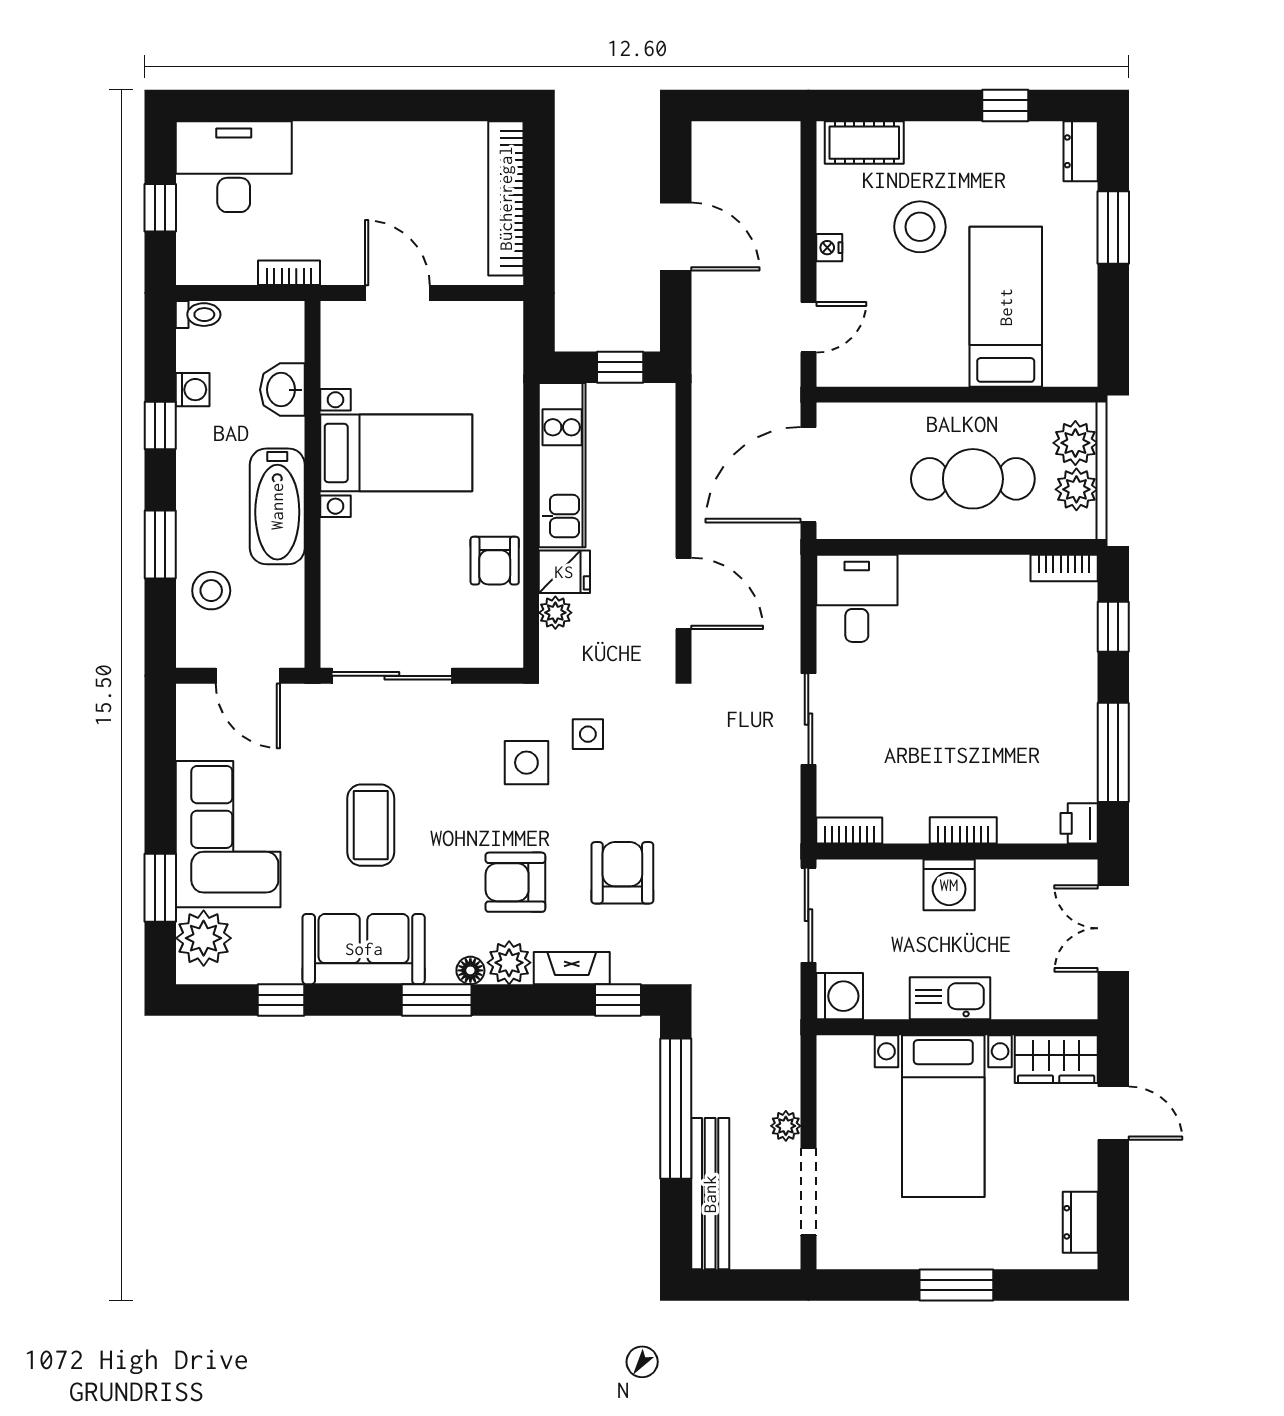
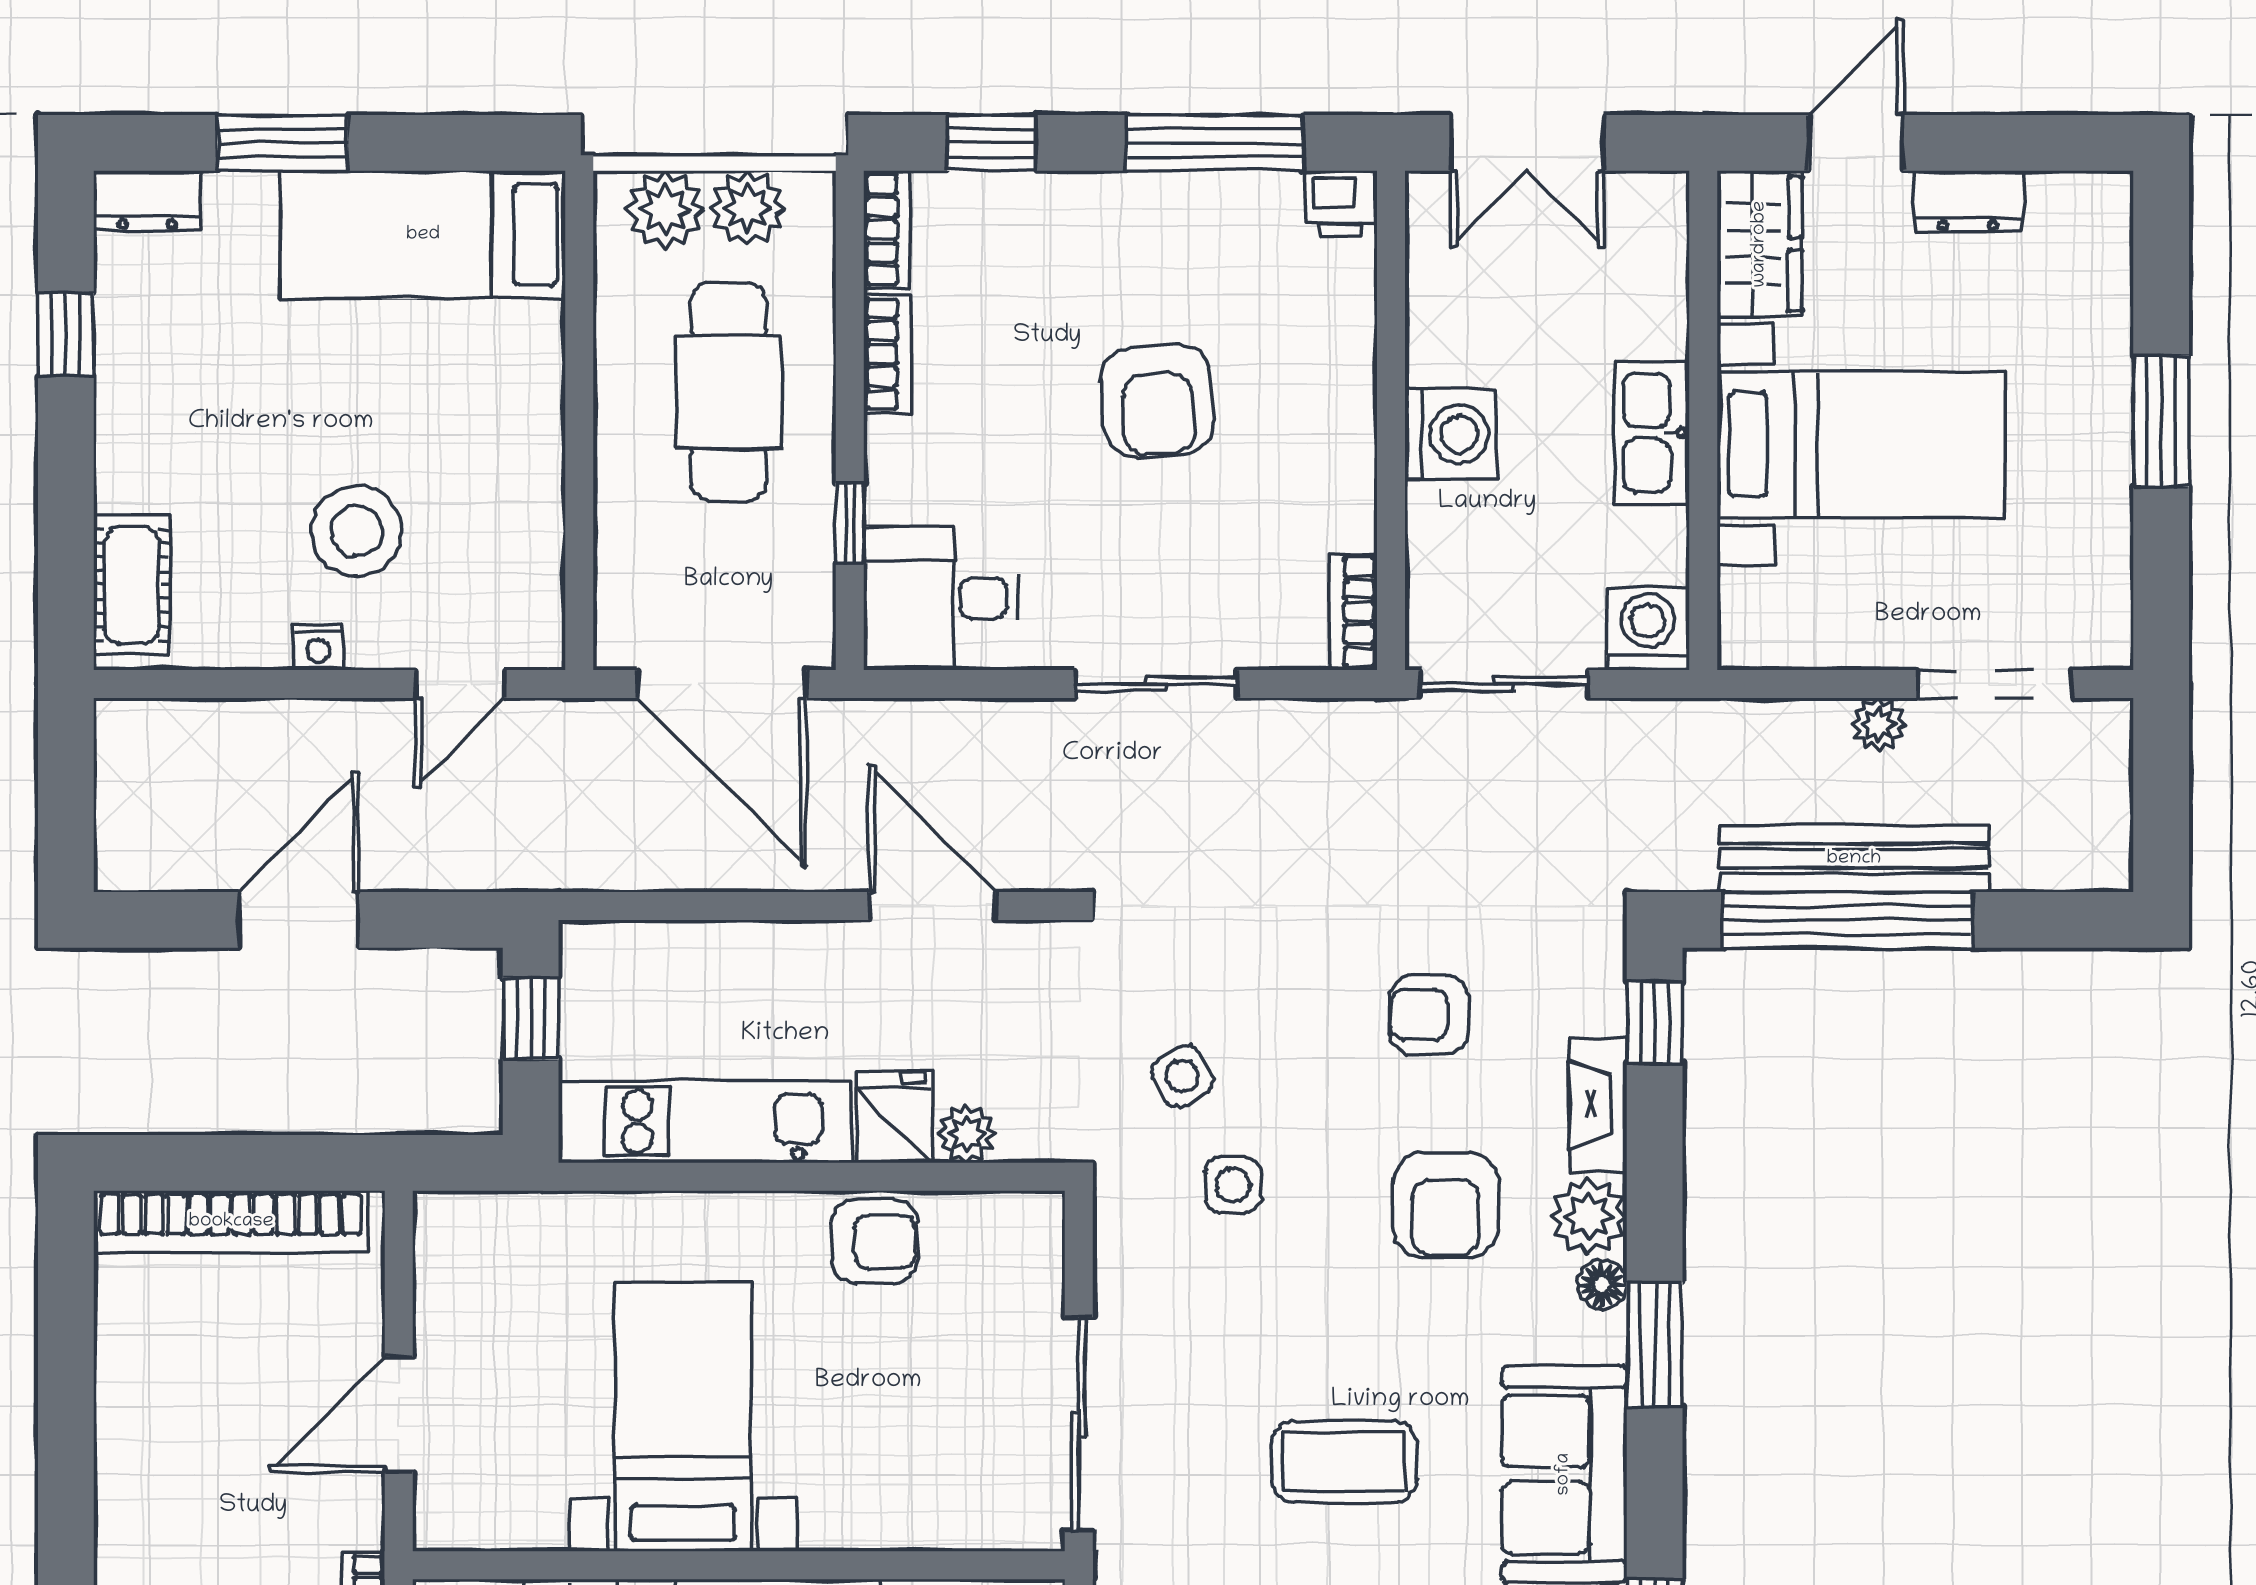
stool: (920, 227) -> (357, 531), moved
bed: (1006, 307) -> (423, 235), moved
door: (808, 327) -> (460, 684), swing flipped
window: (899, 547) -> (850, 523), added
door: (684, 593) -> (932, 906), hinge flipped
armchair: (968, 720) -> (1157, 401), added
side table: (588, 734) -> (1182, 1076), turned -30
side table: (526, 763) -> (1233, 1185), width x0.73, depth x0.73
bookcase: (963, 830) -> (887, 354), moved, turned 180
armchair: (622, 873) -> (1429, 1015), width x0.72, depth x0.72
bench: (710, 1194) -> (1854, 859), moved
dresser: (1080, 1222) -> (1968, 201), moved

